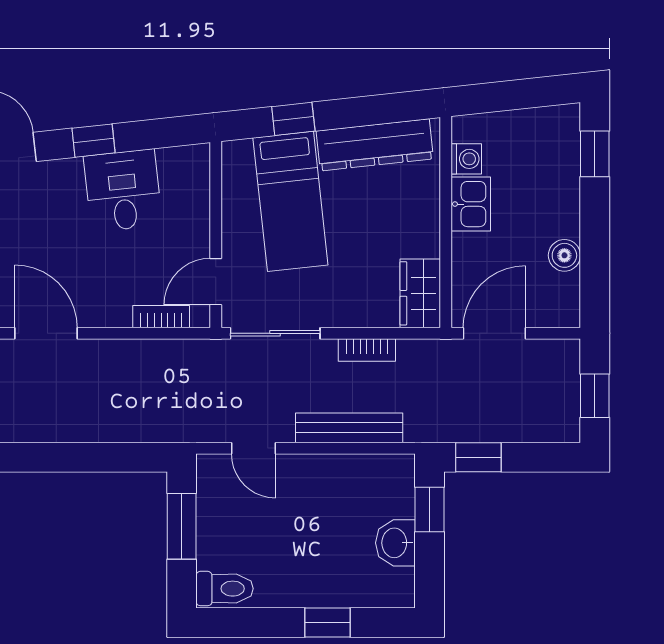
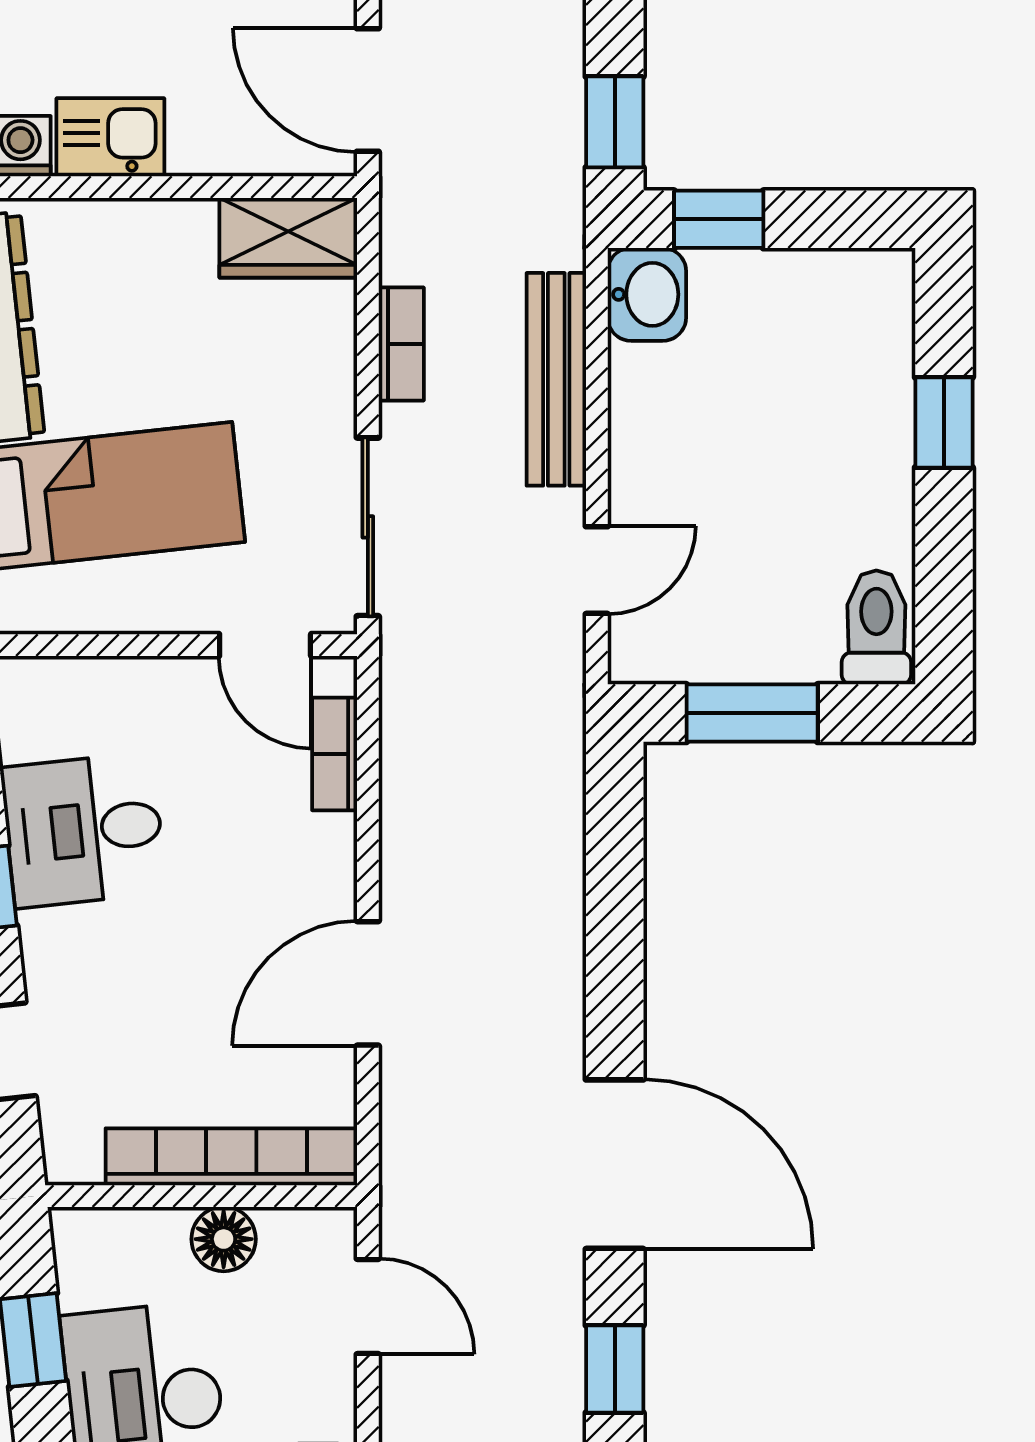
washbasin: (395, 543) -> (647, 294), moved, turned -90

